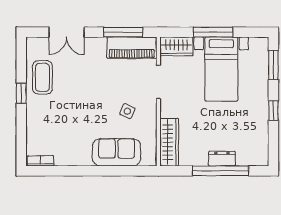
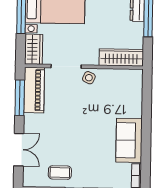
coffee table: (42, 77) -> (60, 173), width x0.73, depth x0.77
side table: (127, 111) -> (89, 78), moved
sofa: (117, 152) -> (129, 140), moved

